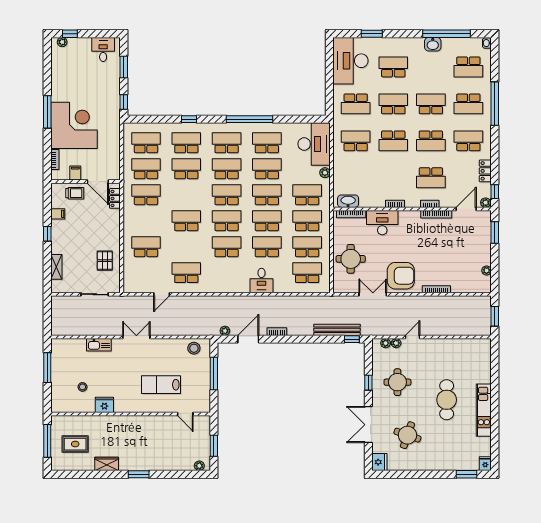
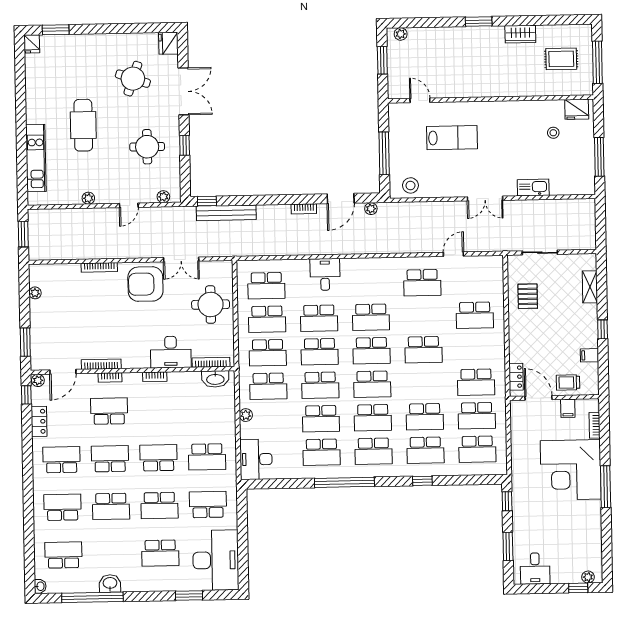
window: (495, 104) -> (28, 508), removed
school desk: (468, 141) -> (62, 460), turned 180
desk: (314, 144) -> (256, 459), width x0.73, depth x0.77
plant: (396, 343) -> (88, 198), moved
fridge: (104, 405) -> (577, 109), moved
kitchen unit: (484, 410) -> (36, 158), moved

